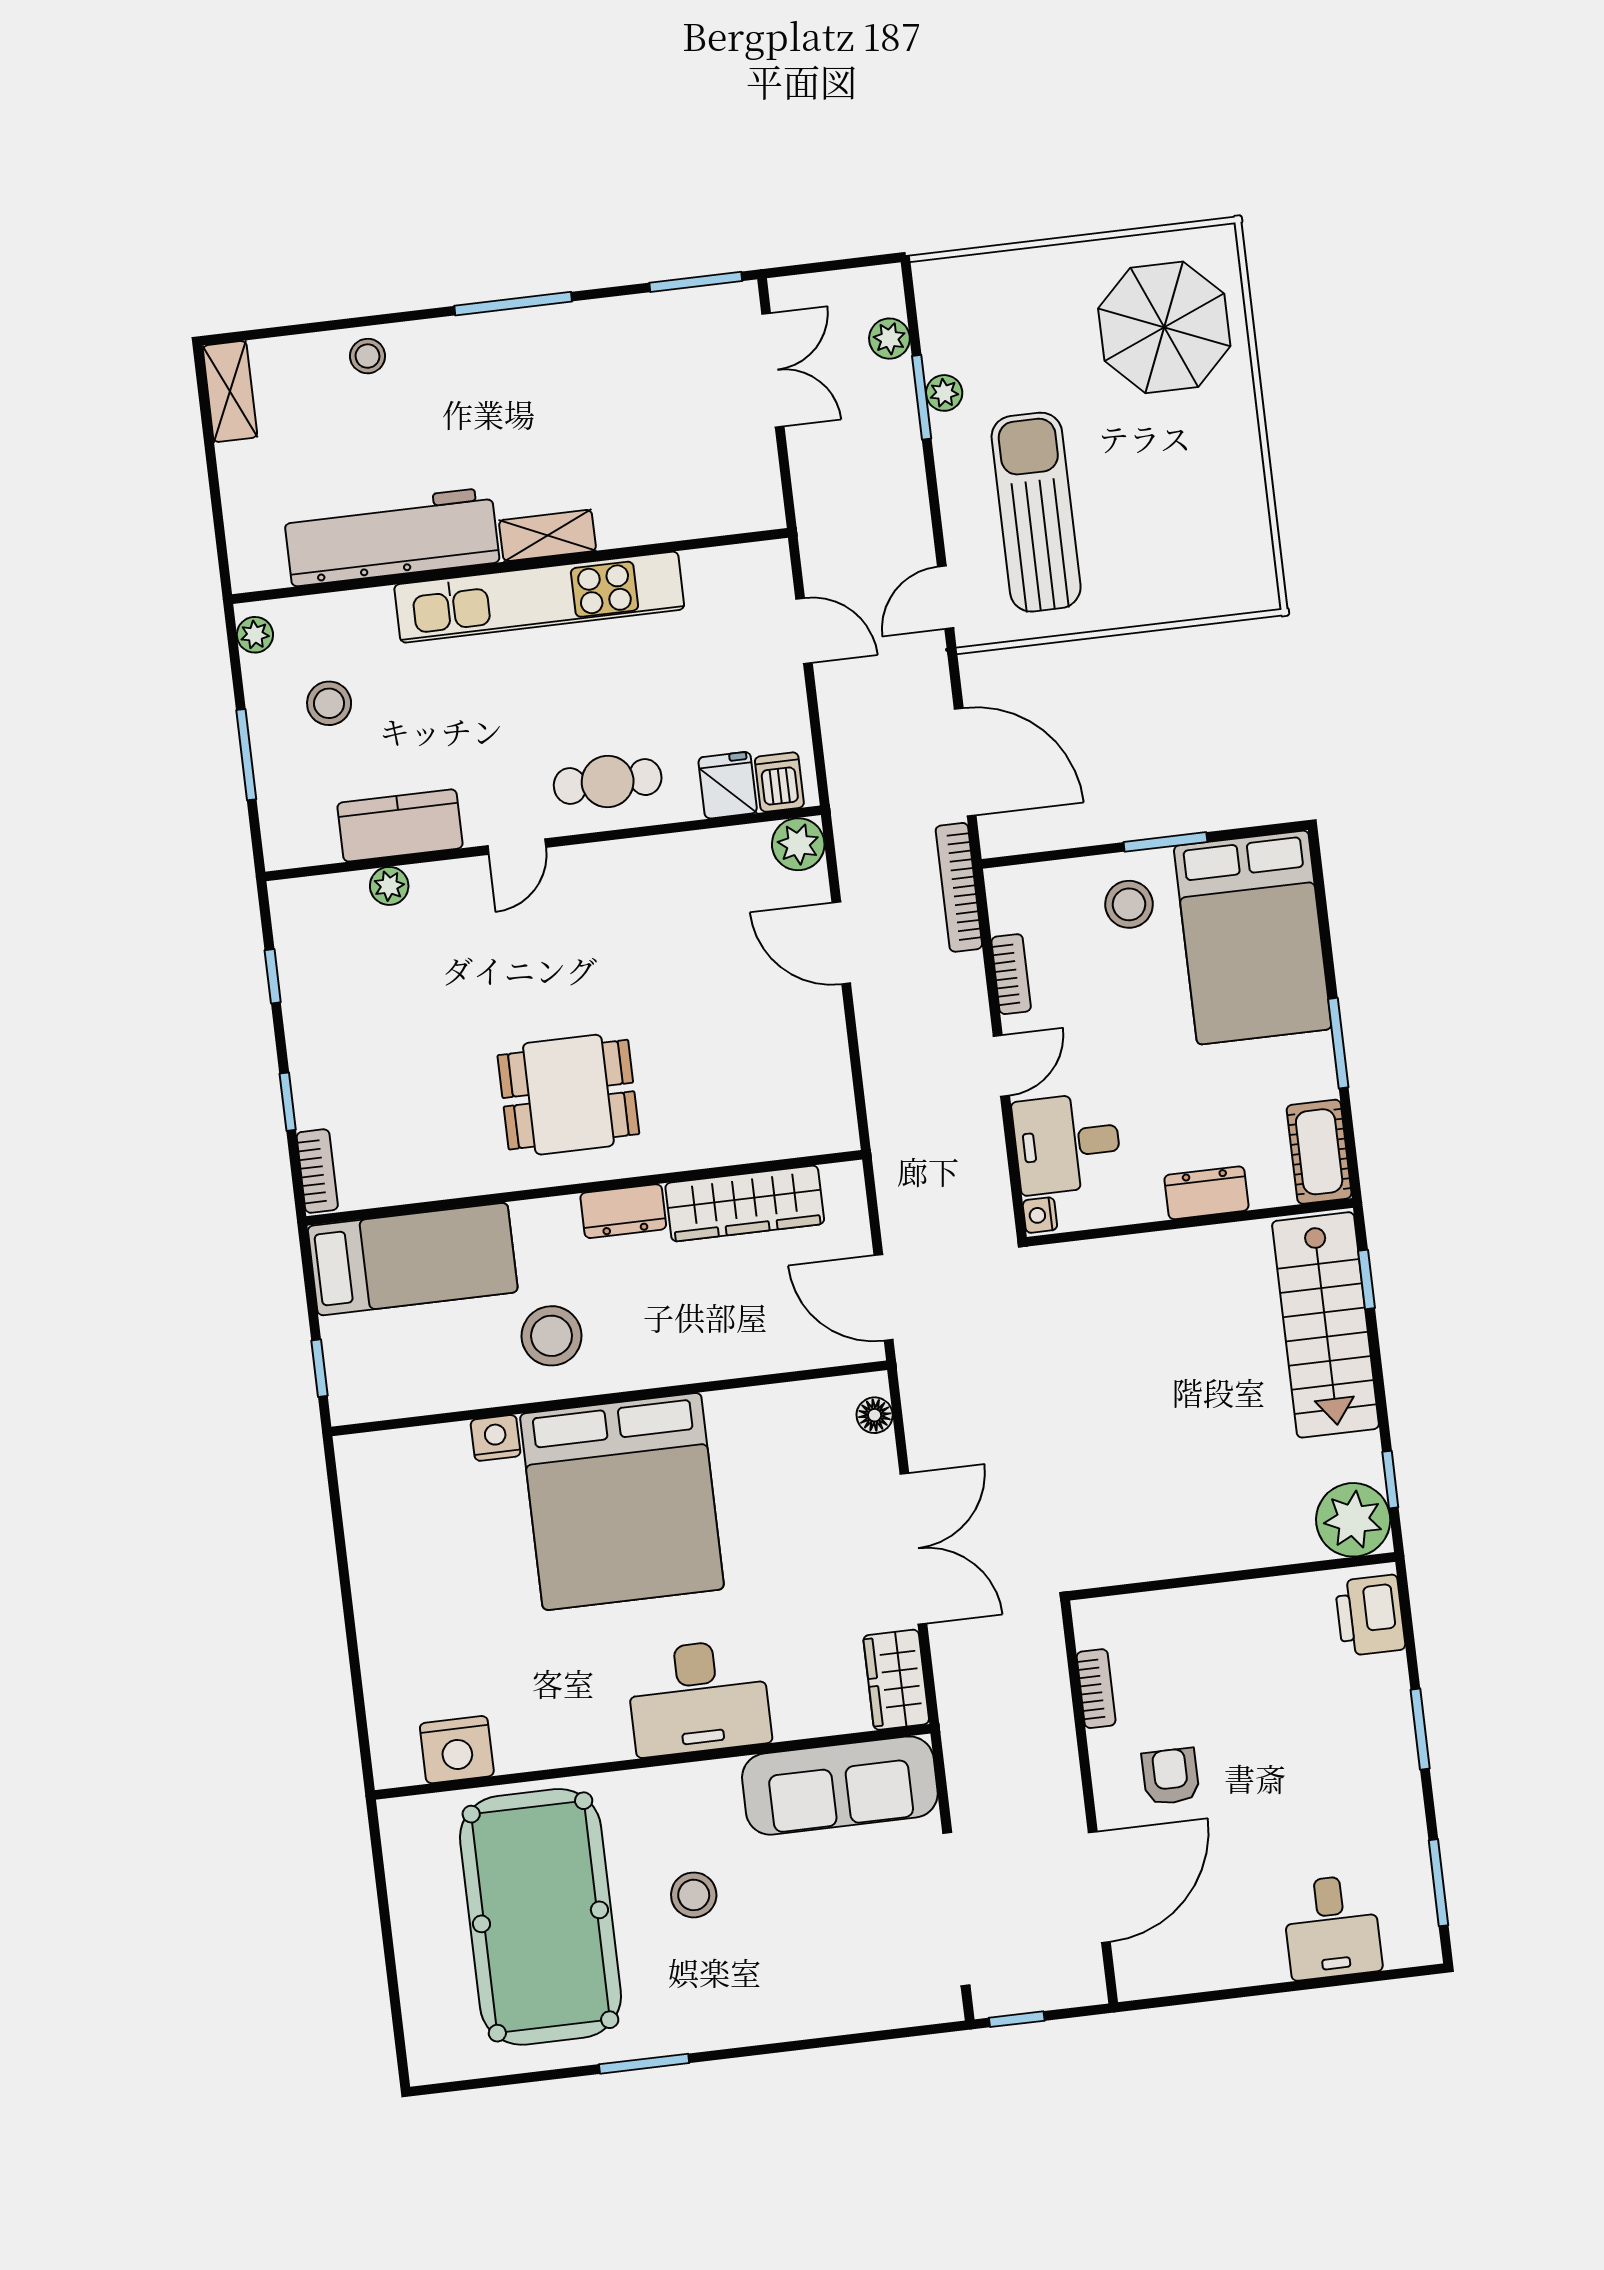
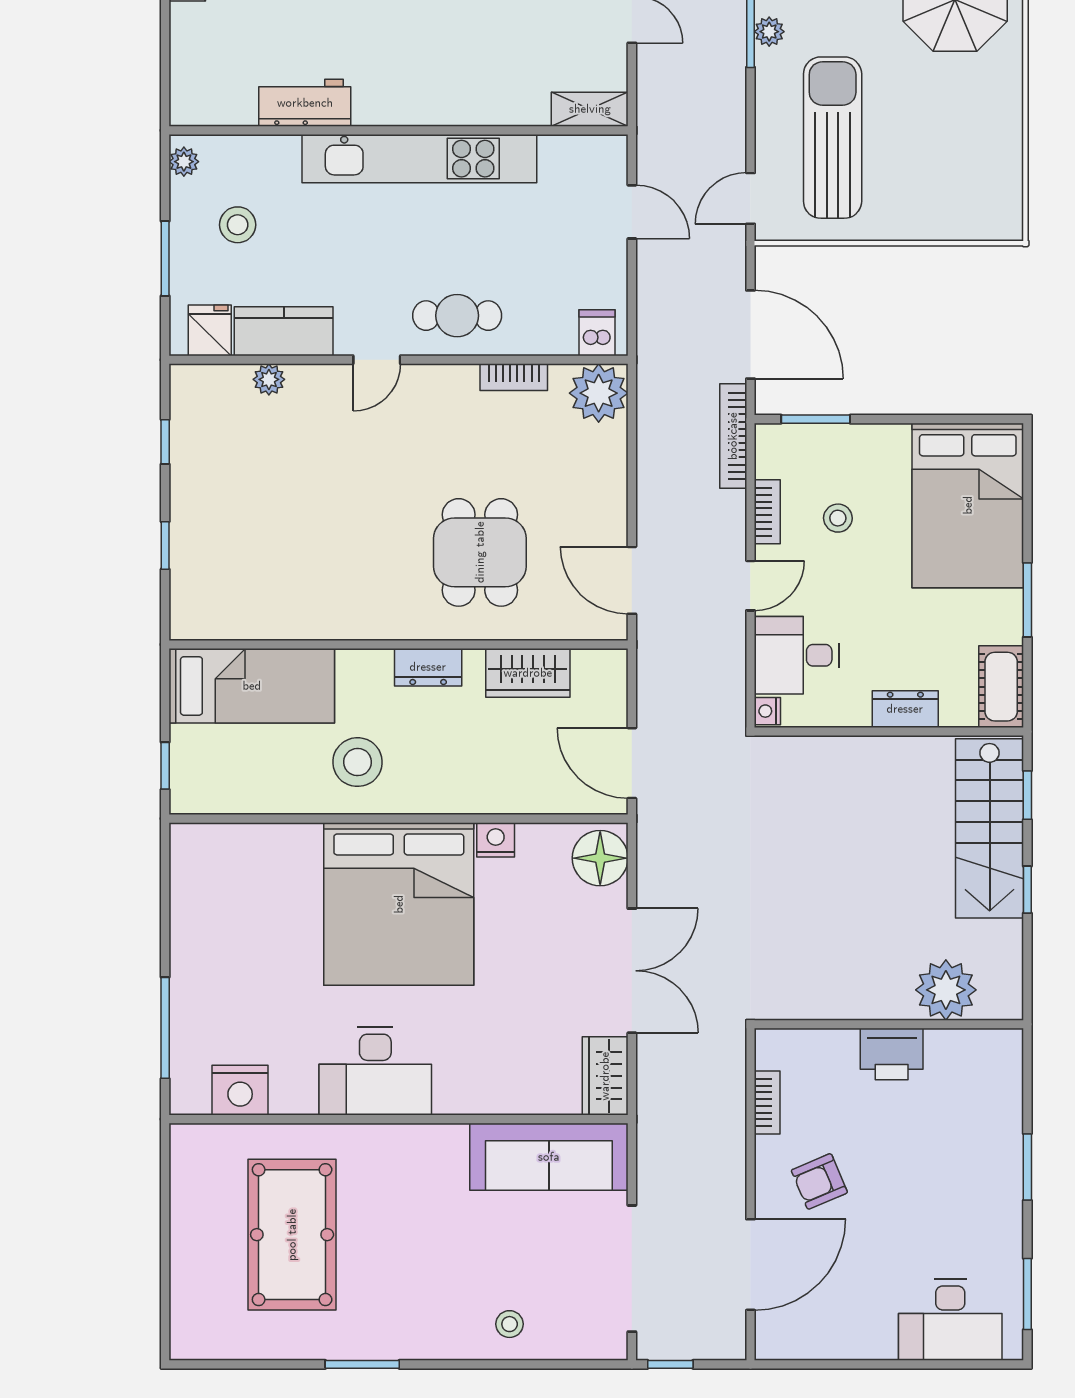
shelving: (547, 536) -> (590, 109), moved
workbench: (392, 537) -> (305, 103), width x0.53, depth x0.76
fridge: (728, 785) -> (210, 330), moved
window: (1165, 842) -> (816, 419), moved
plant: (798, 844) -> (599, 393), width x1.36, depth x1.36
stool: (1129, 904) -> (838, 518), moved, width x0.73, depth x0.73
door: (841, 943) -> (632, 580), moved
dining table: (568, 1095) -> (480, 552), moved, turned 90
bookcase: (317, 1171) -> (514, 377), moved, turned 90
wardrobe: (745, 1203) -> (528, 673), width x0.67
floor lamp: (875, 1415) -> (600, 858), width x1.89, depth x1.89
nightstand: (496, 1438) -> (496, 840), moved
window: (1390, 1480) -> (1027, 890), moved
plant: (1353, 1520) -> (946, 990), moved
printer: (1370, 1615) -> (892, 1054), moved, turned -90
window: (357, 1685) -> (165, 1028), added
desk: (699, 1697) -> (375, 1071), moved
armchair: (1171, 1776) -> (819, 1181), turned -113
stool: (694, 1895) -> (510, 1324), moved, width x0.73, depth x0.73
pool table: (540, 1917) -> (292, 1235), width x0.73, depth x0.76
desk: (1332, 1927) -> (950, 1320), width x1.37

